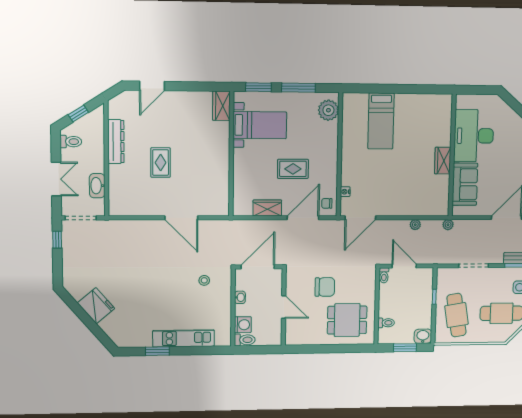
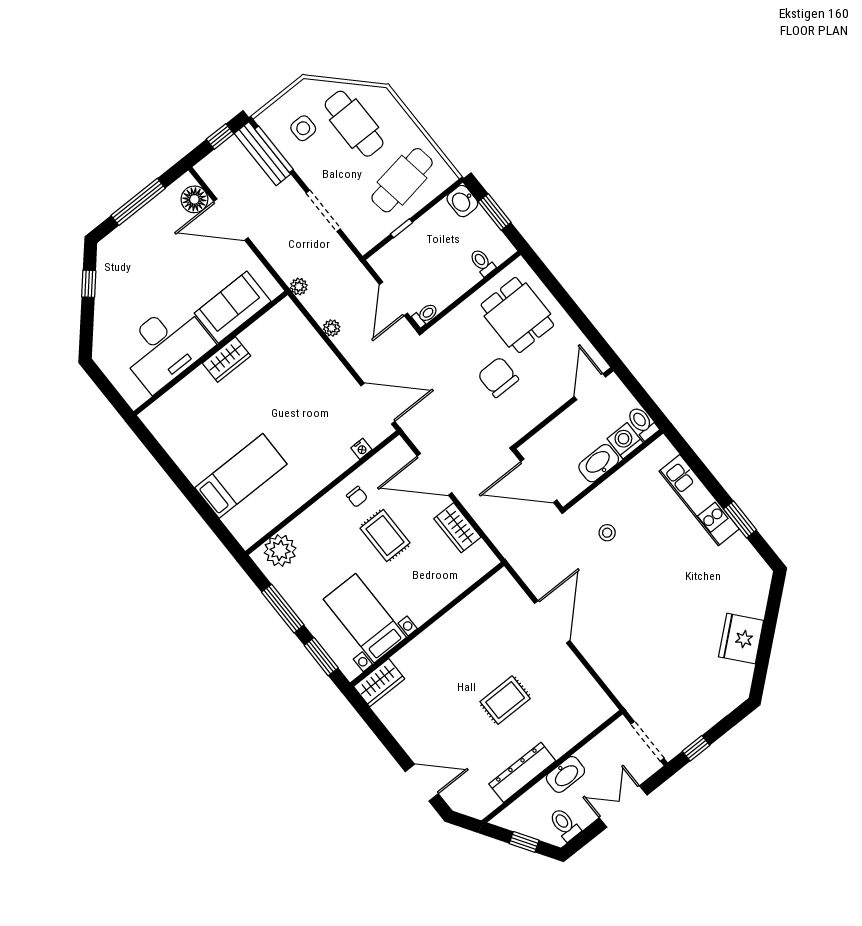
washbasin: (97, 186) -> (565, 774), moved
chair: (327, 203) -> (357, 497), moved
washbasin: (240, 297) -> (599, 463), width x1.91, depth x1.45
door: (284, 307) -> (590, 387), moved

